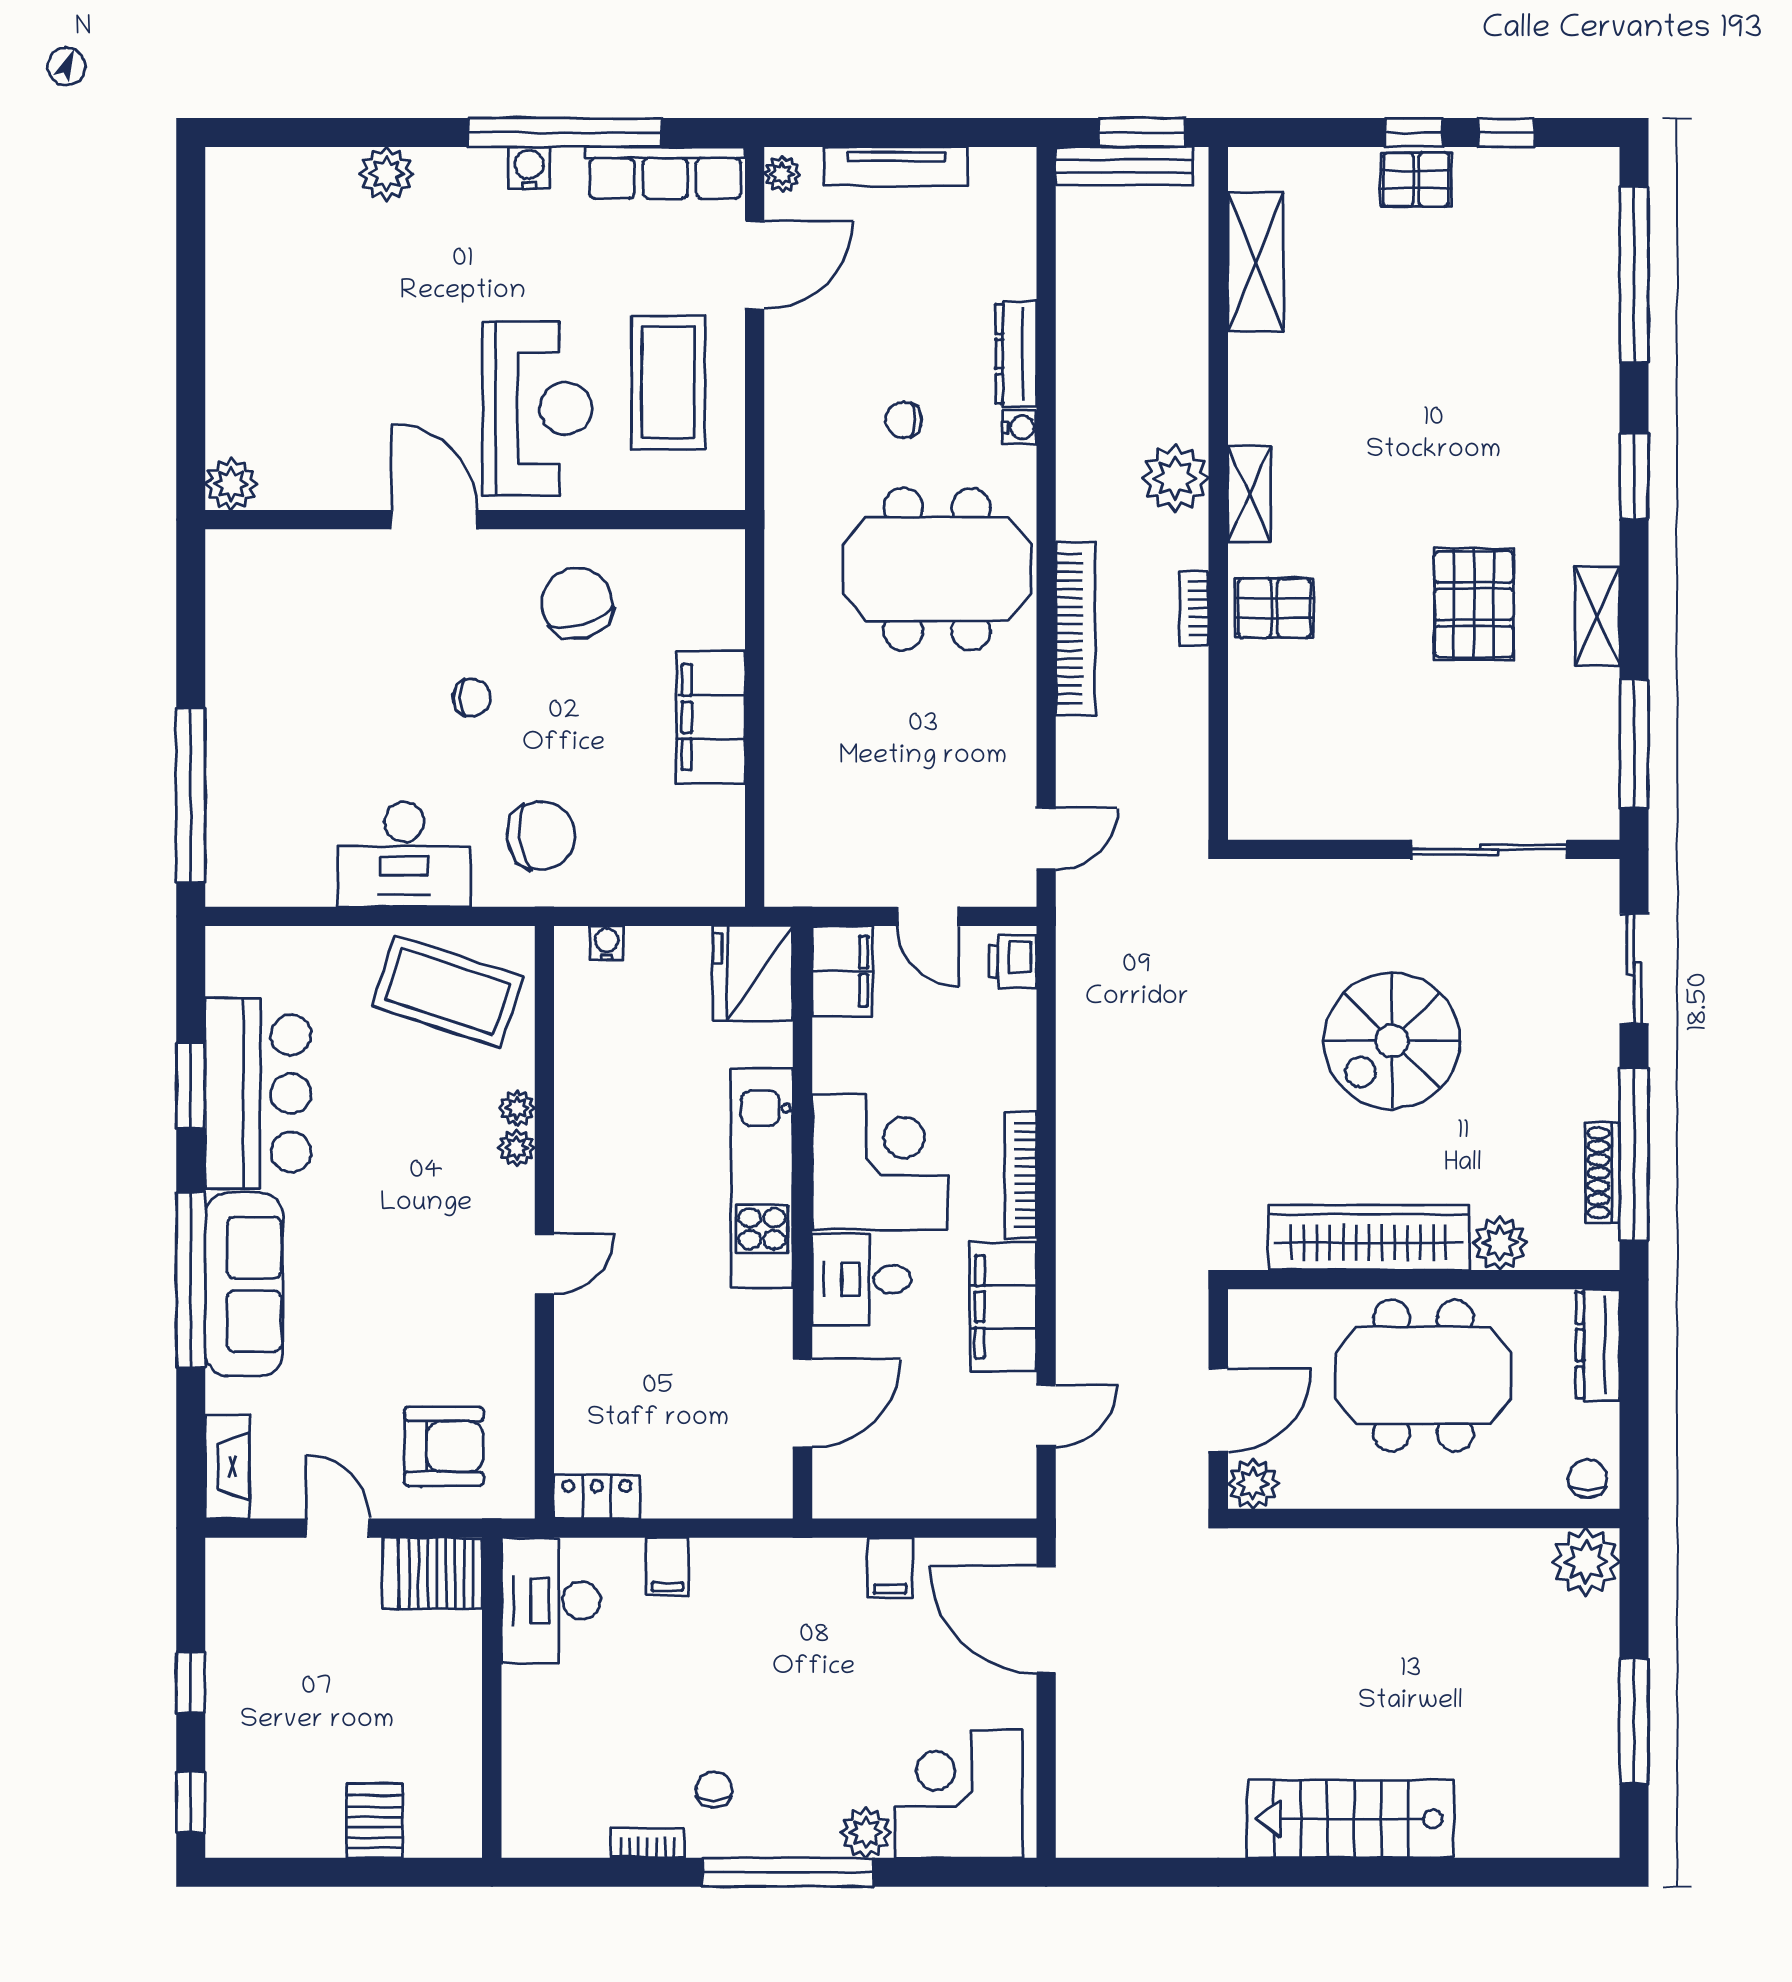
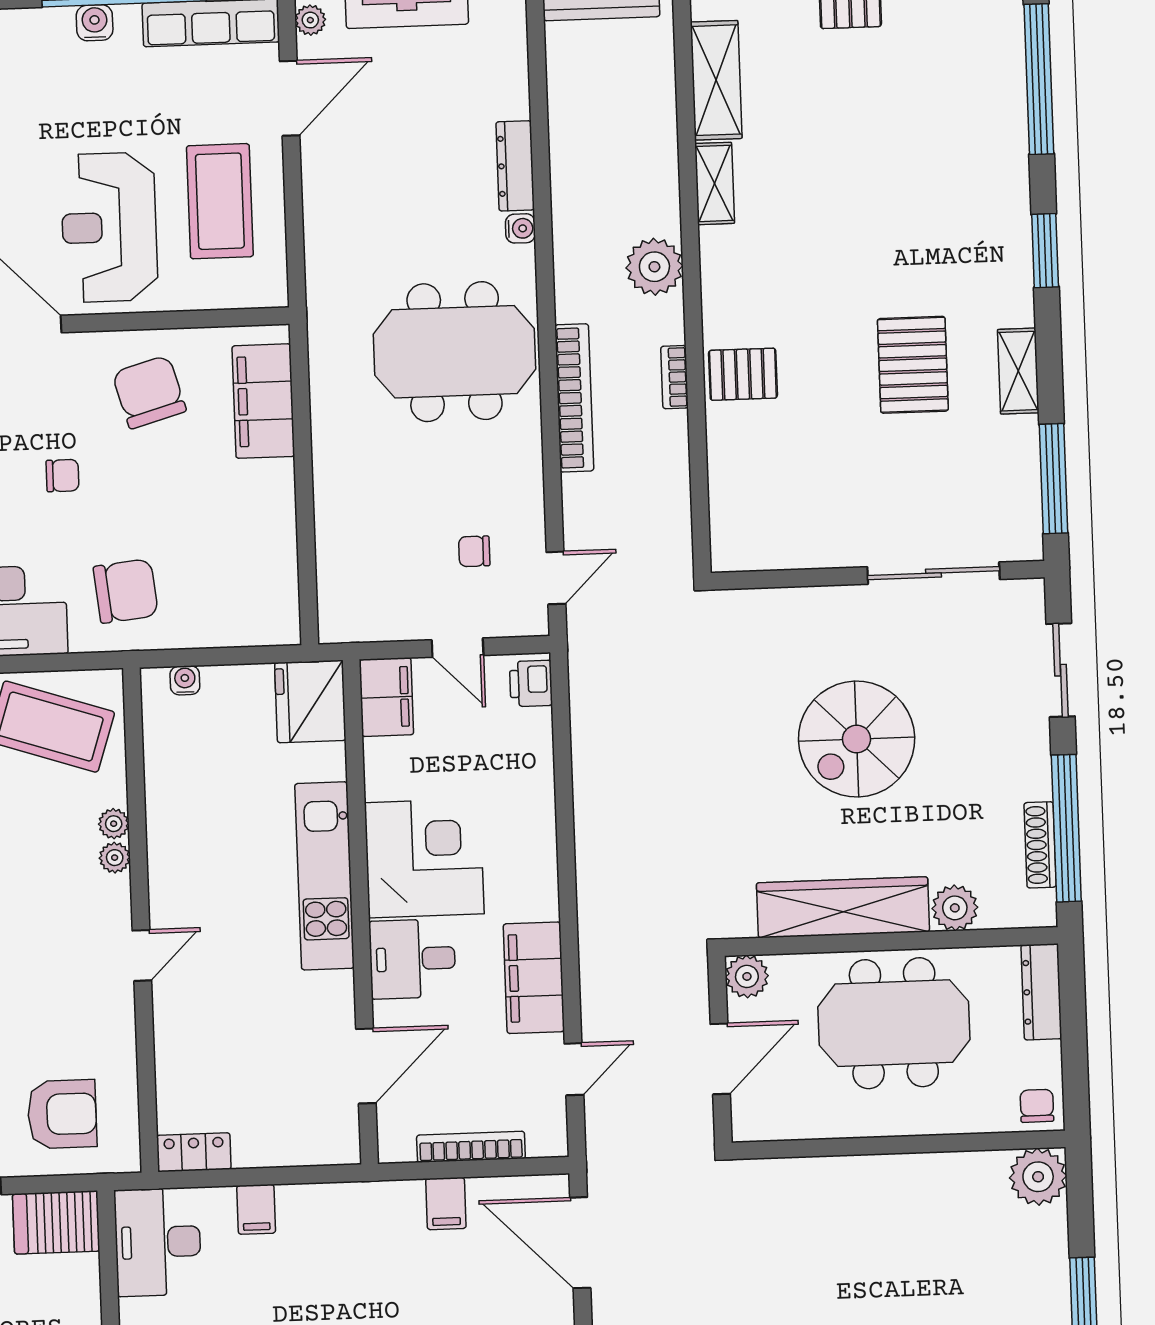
reception desk: (537, 408) -> (109, 227), turned 180
chair: (904, 420) -> (474, 551), moved
shelving: (1249, 494) -> (715, 183), moved
filing cabinet: (711, 717) -> (263, 401), moved
bookcase: (1020, 1175) -> (471, 1147), moved, turned 90
plant: (1253, 1484) -> (747, 976), moved

